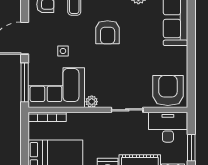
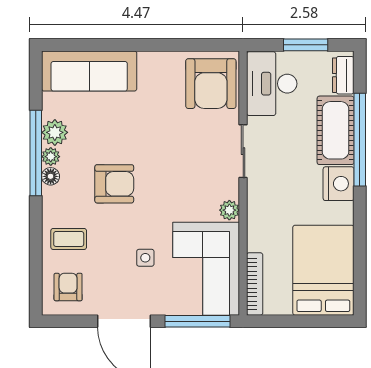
armchair: (168, 90) -> (211, 84), turned -90

